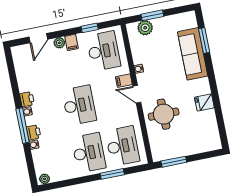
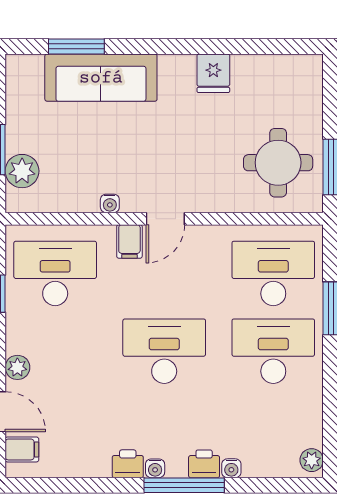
filing cabinet: (71, 42) -> (22, 449), moved
round table: (164, 114) -> (278, 163), moved

